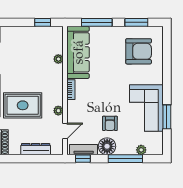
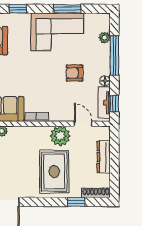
window: (167, 73) -> (18, 9), added
plant: (58, 111) -> (60, 136), width x1.88, depth x1.88
armchair: (110, 123) -> (75, 73), turned 180
floor lamp: (107, 146) -> (105, 81), width x0.53, depth x0.53

